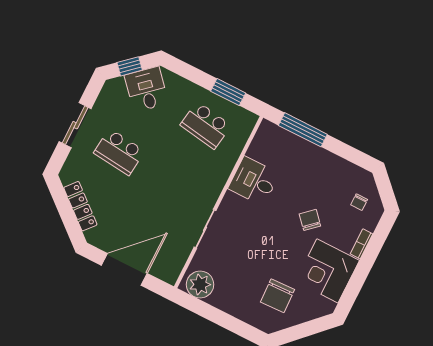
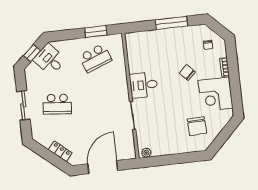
school desk: (206, 125) -> (95, 58), turned -30
window: (303, 130) -> (171, 23), moved
desk: (254, 181) -> (144, 85), moved
locker: (80, 206) -> (60, 151), width x0.66
plant: (200, 285) -> (146, 153), width x0.53, depth x0.53

